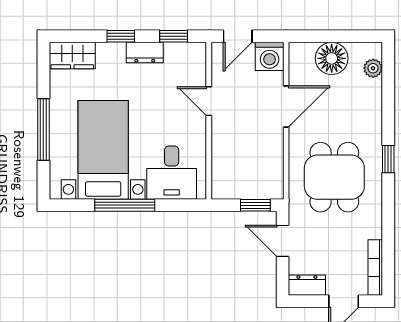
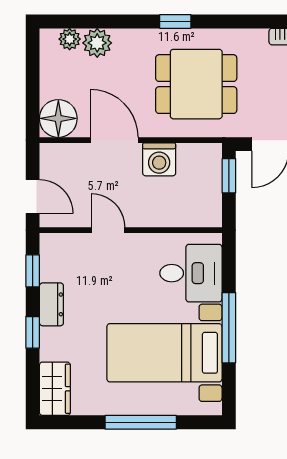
washing machine: (270, 56) -> (159, 159), moved, turned 90
floor lamp: (332, 58) -> (58, 118), moved
plant: (370, 92) -> (97, 43), added
door: (209, 101) -> (108, 230), swing flipped

